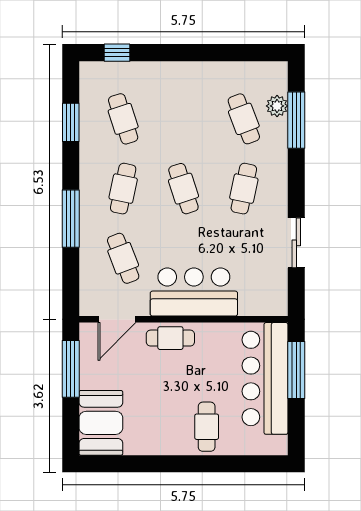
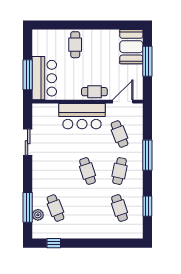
window: (117, 53) -> (54, 243), moved
cafe table: (244, 189) -> (55, 171), removed
window: (71, 369) -> (147, 61), moved
bar counter: (265, 378) -> (44, 78), width x0.73

